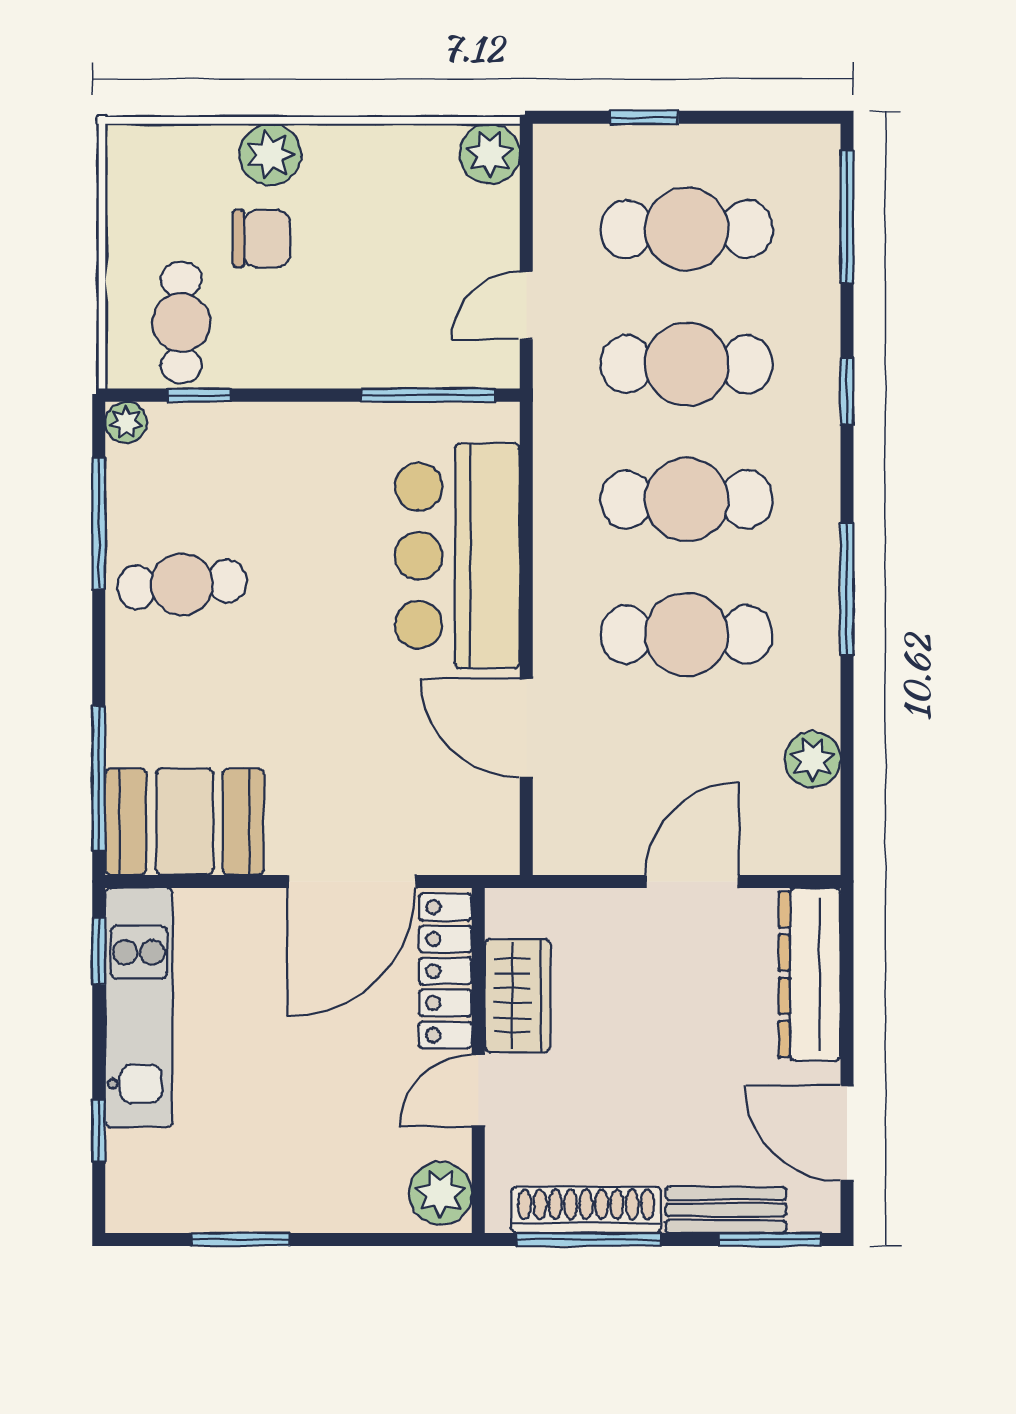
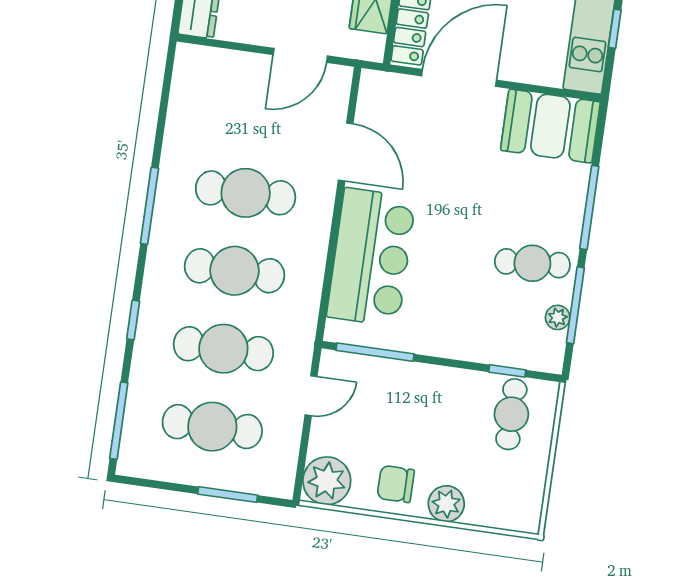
window: (644, 117) -> (228, 495), width x1.50
plant: (490, 154) -> (327, 481), width x1.36, depth x1.36
chair: (262, 239) -> (396, 484), moved
plant: (126, 422) -> (558, 317), moved
plant: (813, 759) -> (183, 111), removed
window: (99, 778) -> (589, 208), moved
door: (692, 881) -> (300, 55), moved
window: (99, 951) -> (615, 29), moved

